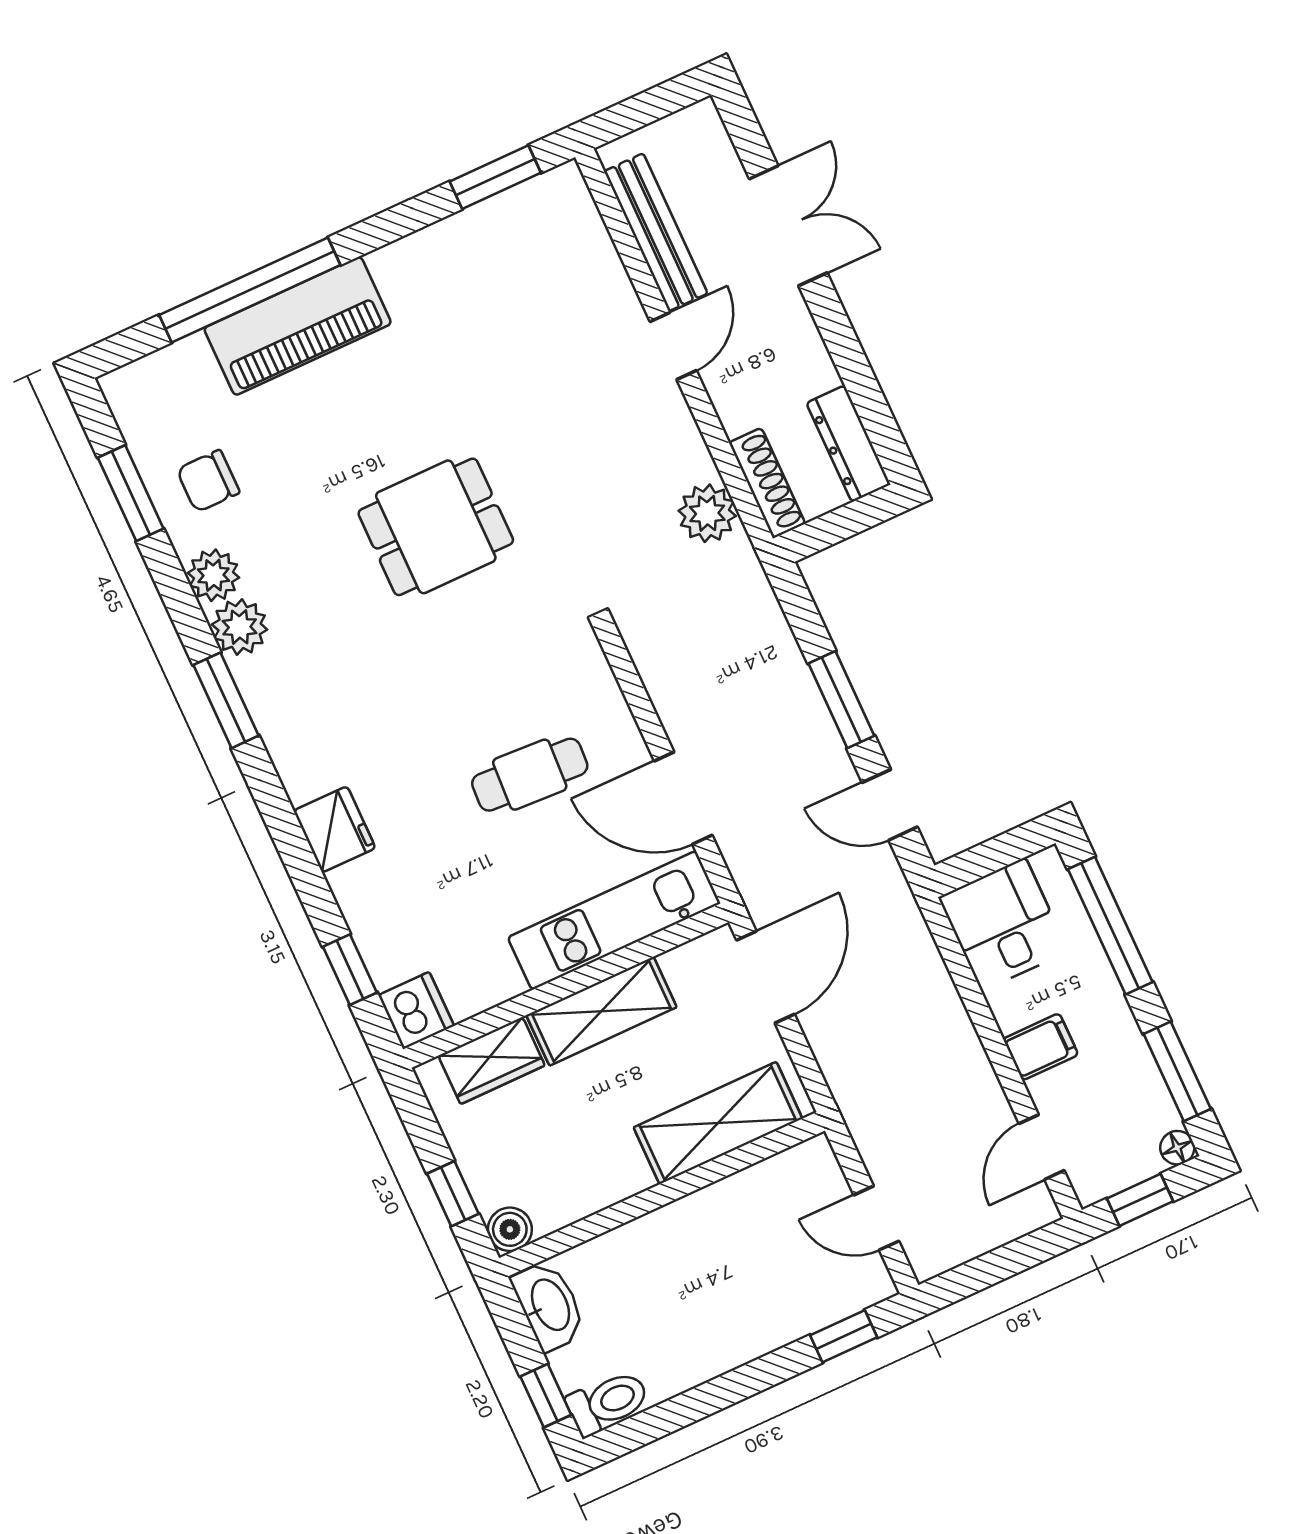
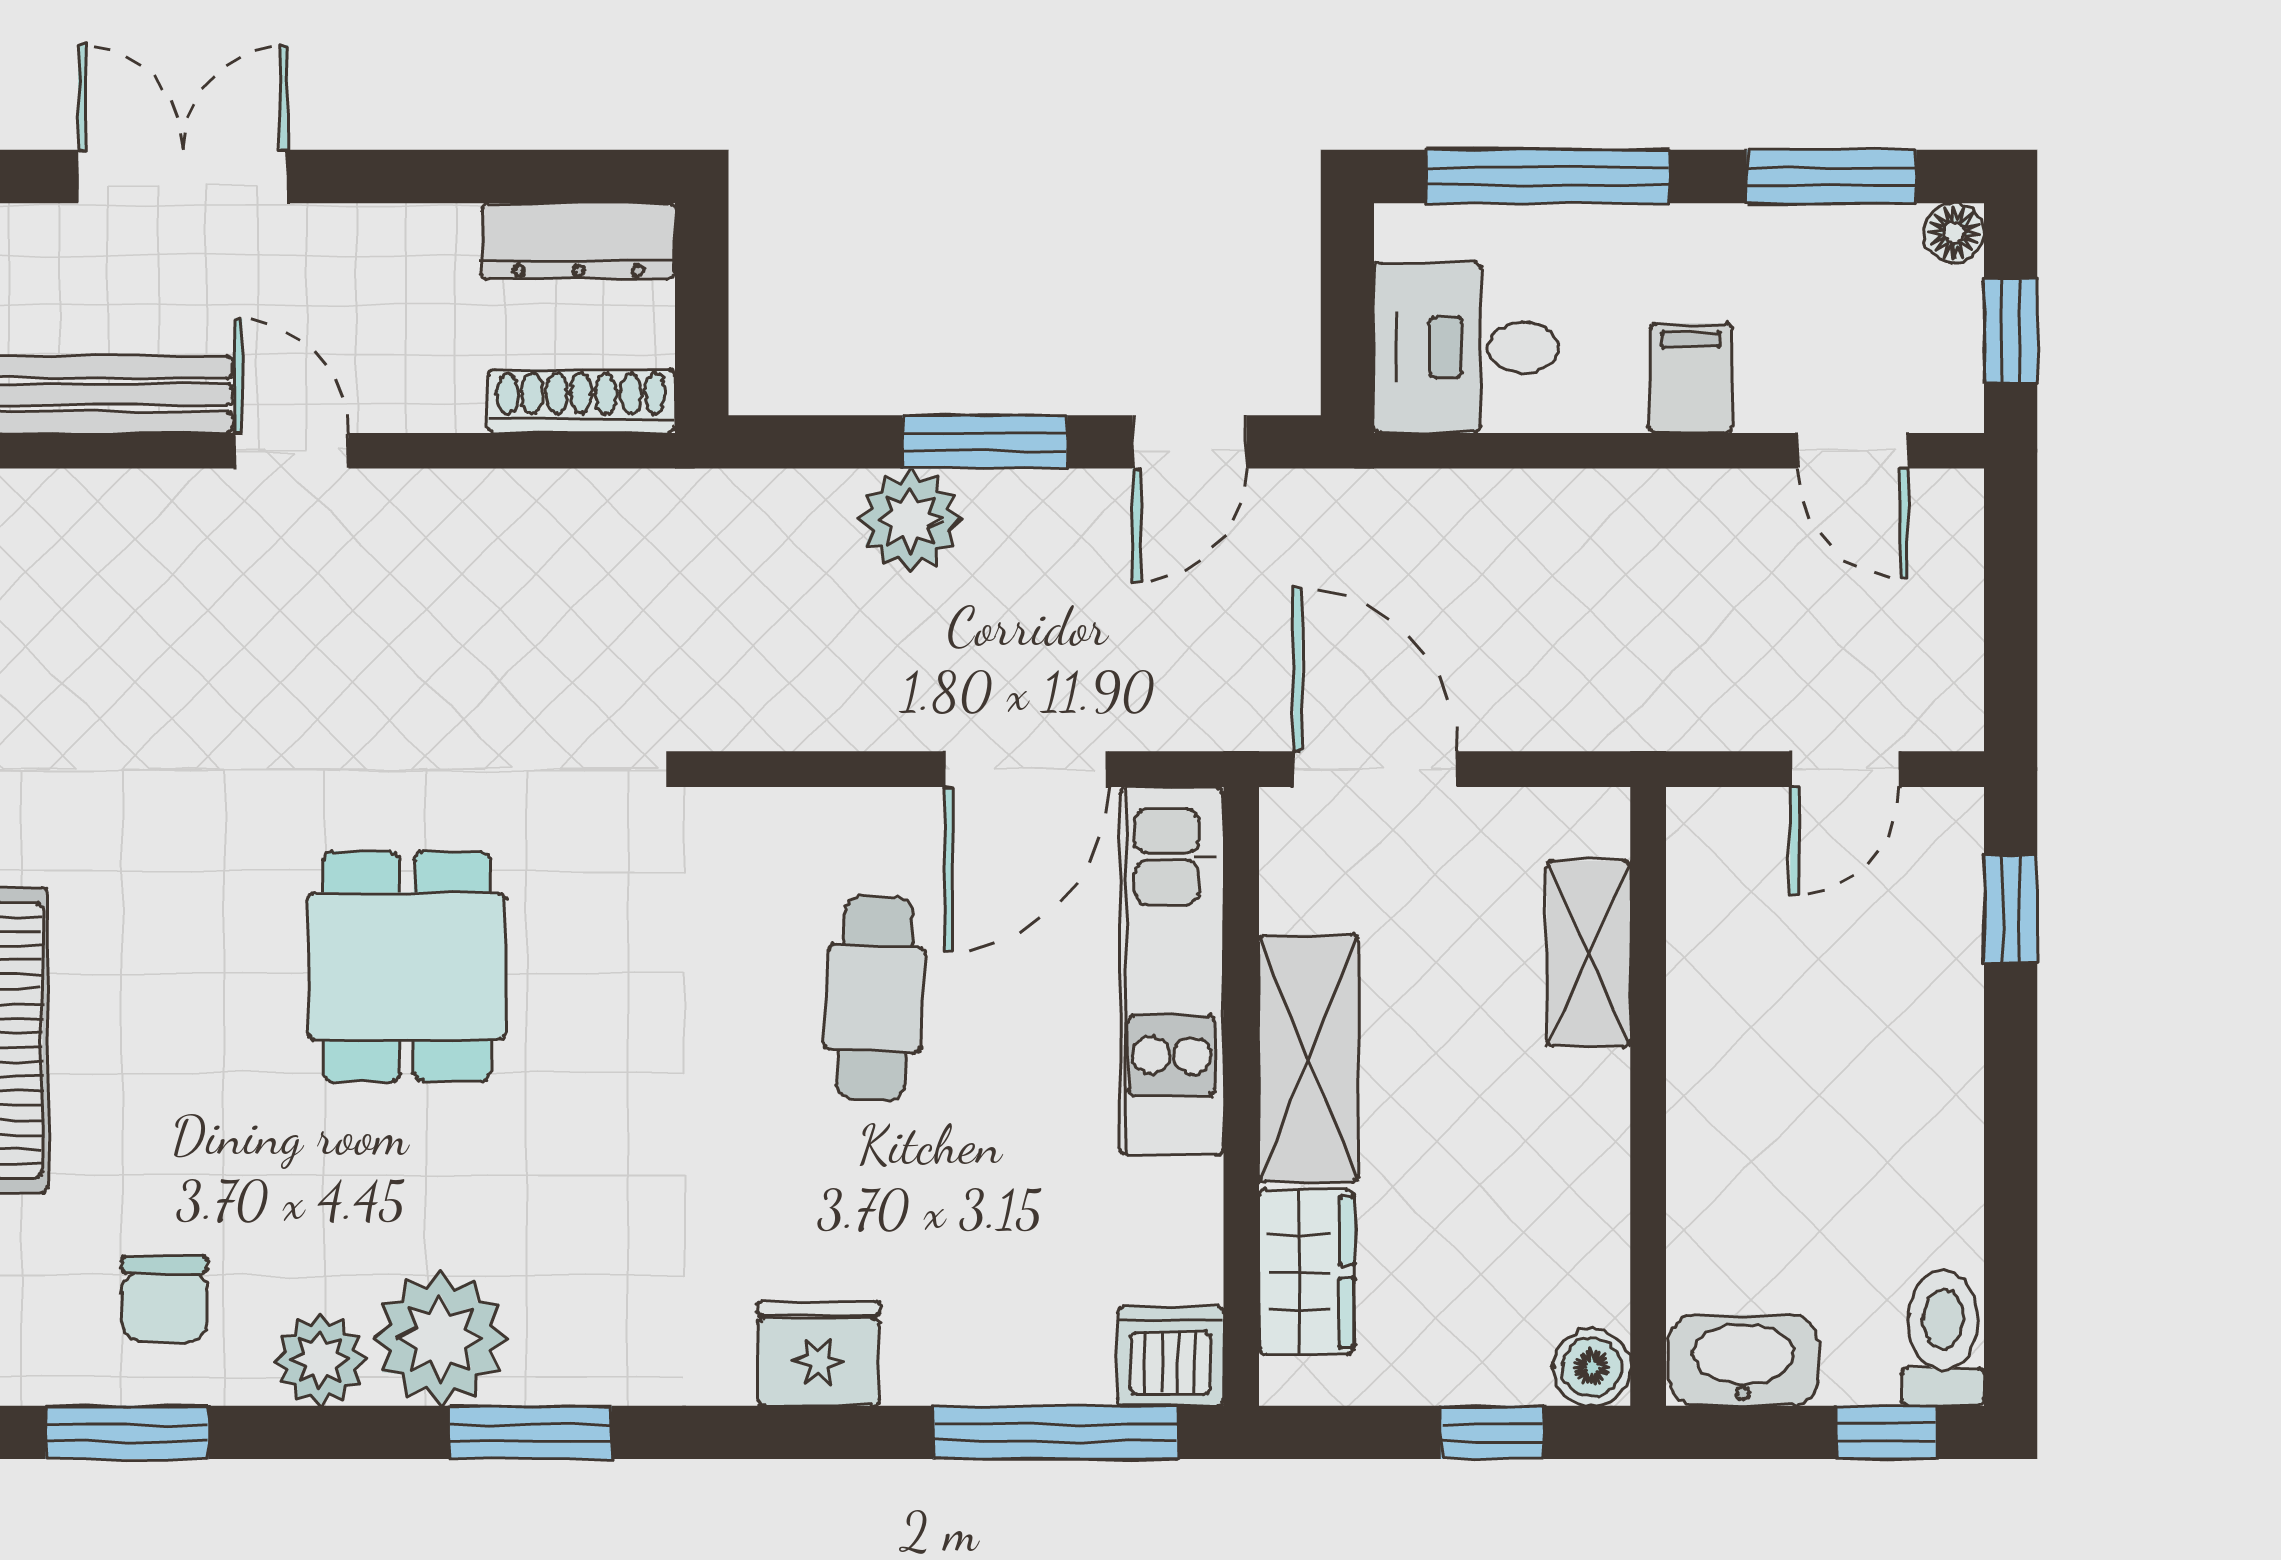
plant: (707, 513) -> (910, 520), moved
plant: (240, 627) -> (441, 1338), width x1.36, depth x1.36
window: (350, 970) -> (1055, 1432), width x2.17
shelving: (718, 1123) -> (1589, 954), width x0.67, depth x0.75

